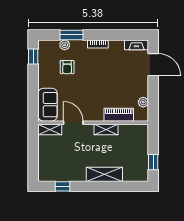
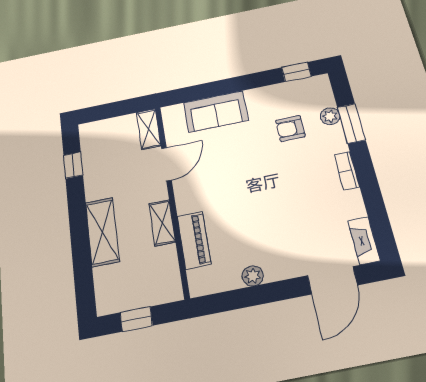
piano: (119, 115) -> (194, 240), moved
door: (73, 123) -> (166, 164), moved
wall: (93, 123) -> (172, 198), moved
shelving: (50, 129) -> (149, 129), moved
shelving: (106, 130) -> (162, 223), moved

